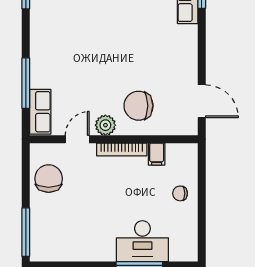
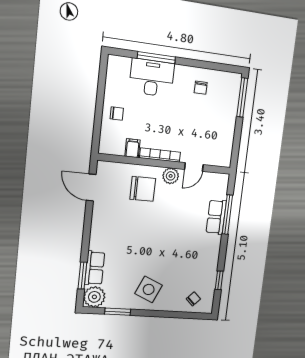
row of seats: (40, 112) -> (216, 217), moved
chair: (49, 179) -> (201, 88), moved, width x0.54, depth x0.54

